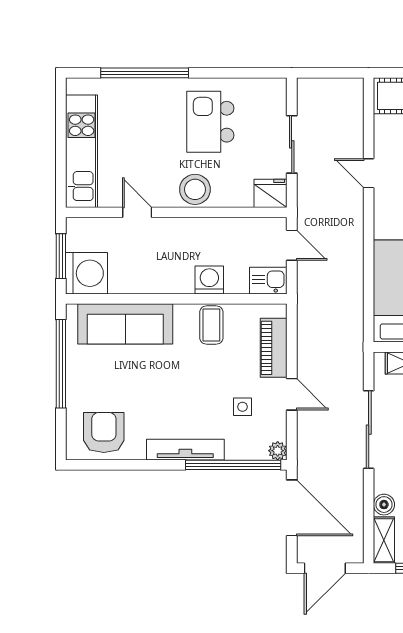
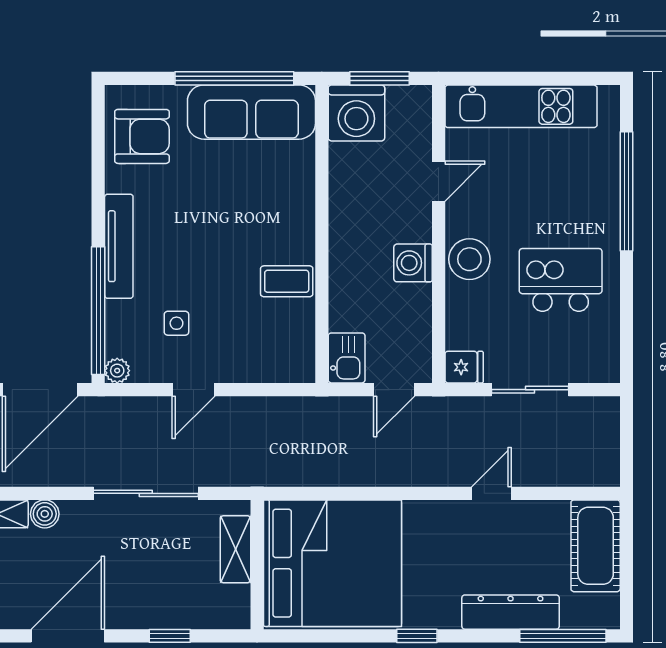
fridge: (270, 193) -> (464, 367), width x0.72
washing machine: (209, 280) -> (413, 263), moved, turned 180
sofa: (125, 324) -> (251, 112), moved, turned -90
piano: (274, 348) -> (256, 365), removed

